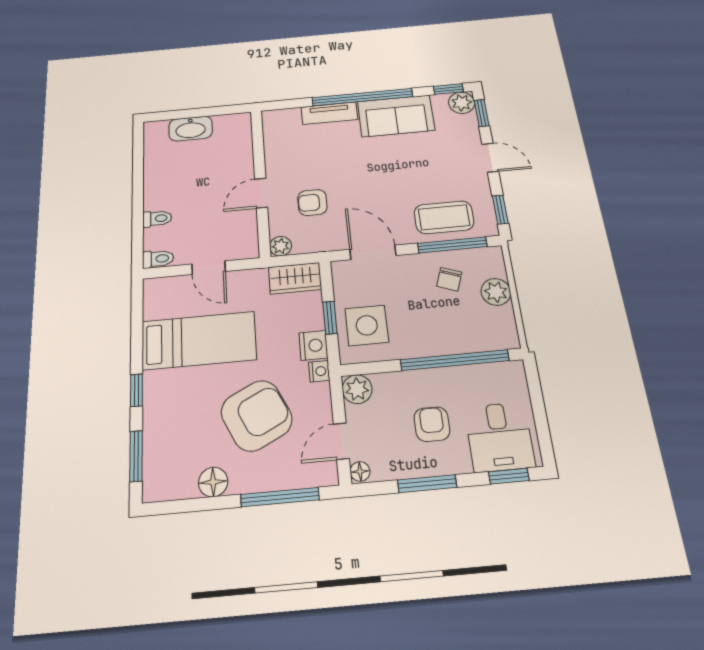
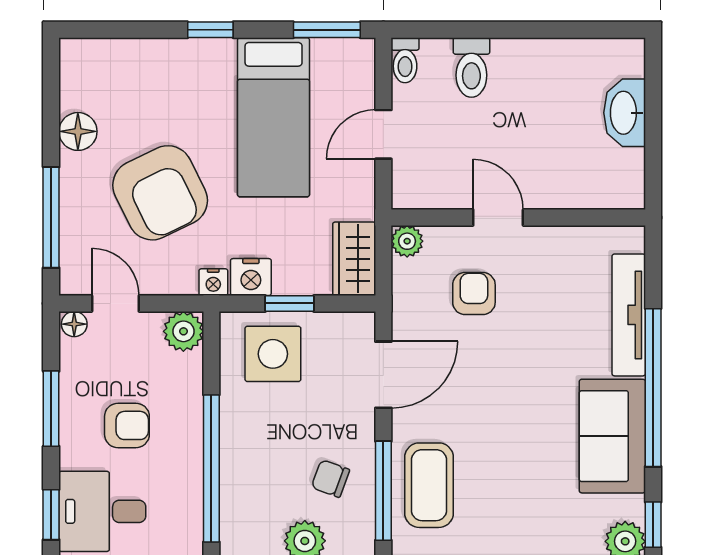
tv unit: (329, 113) -> (629, 315), width x1.41
toilet: (157, 219) -> (471, 67), width x1.37, depth x1.39
window: (136, 456) -> (327, 30), moved

